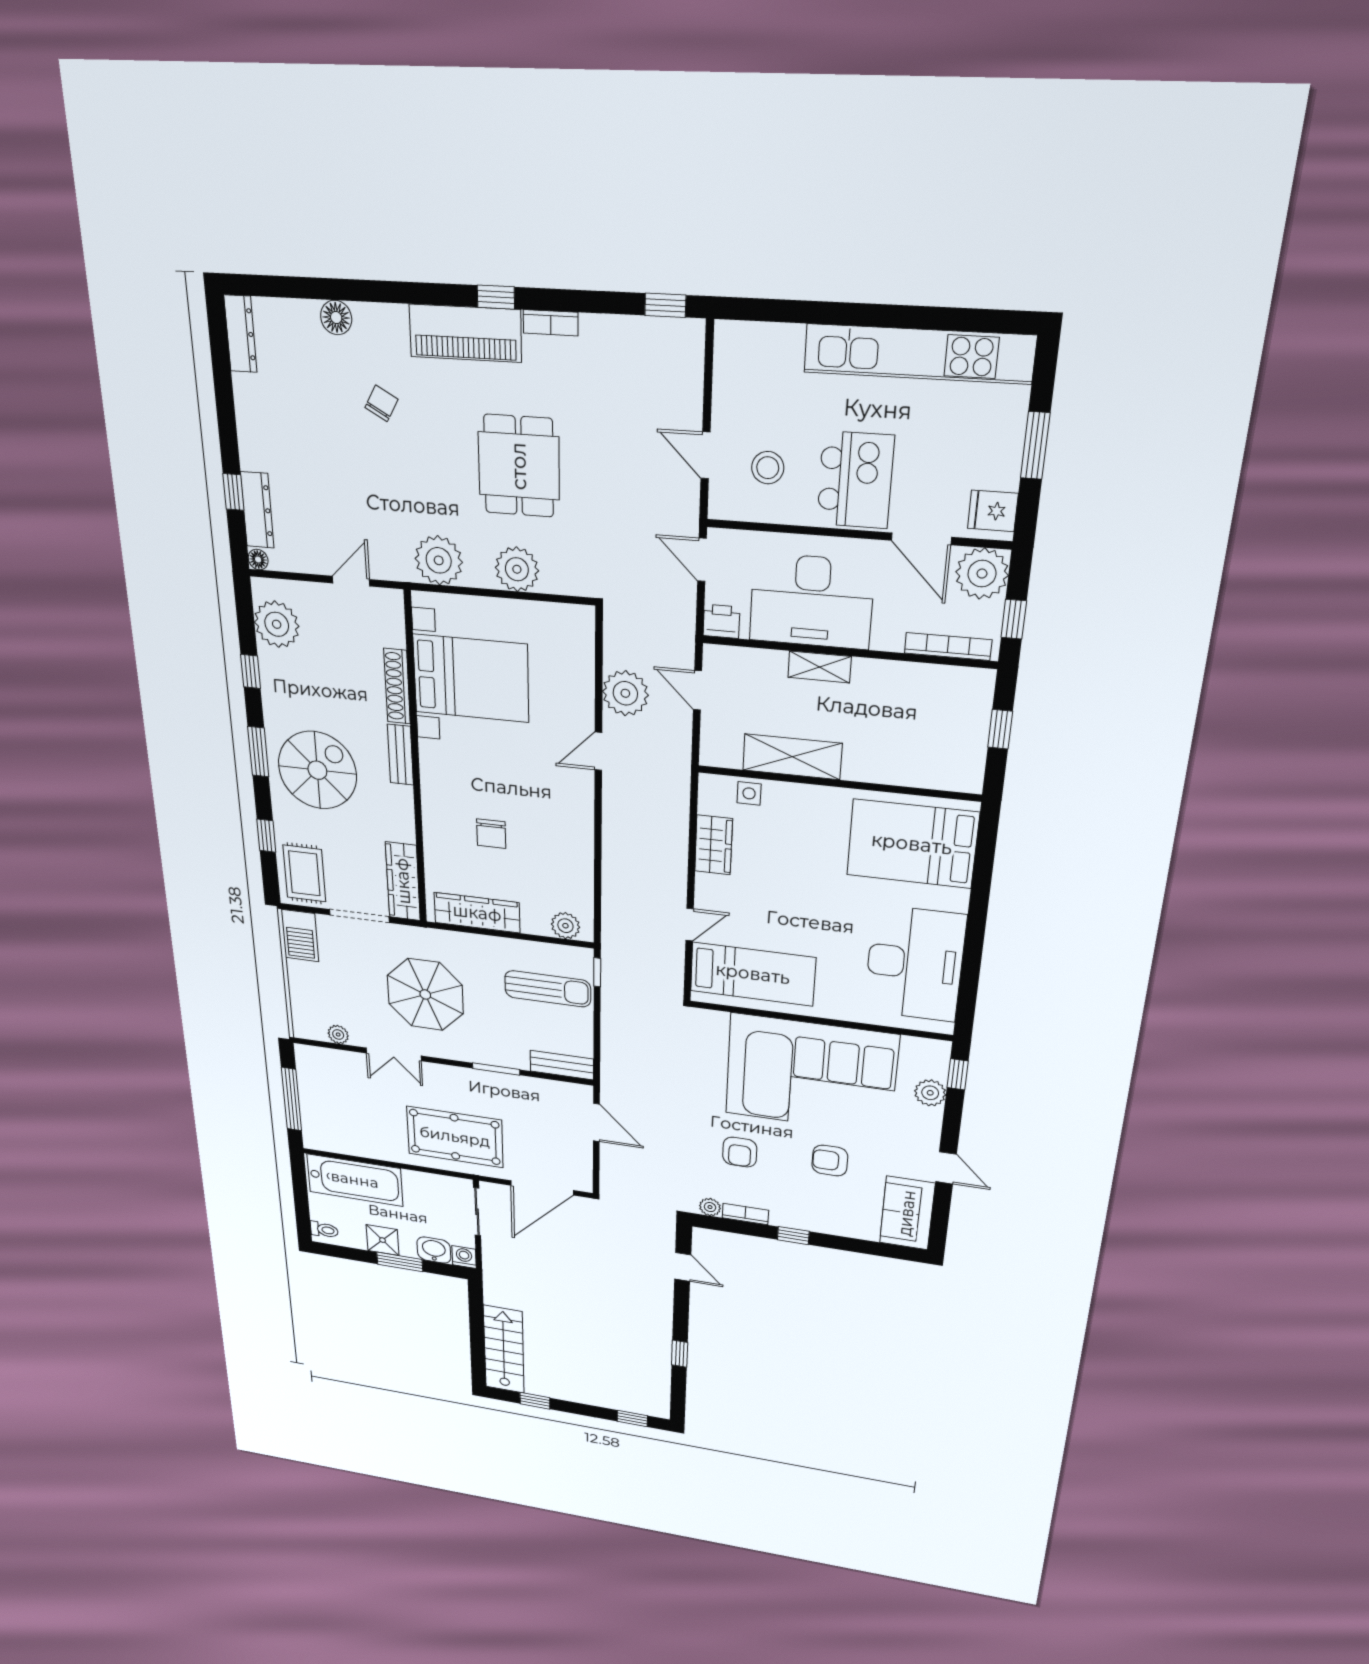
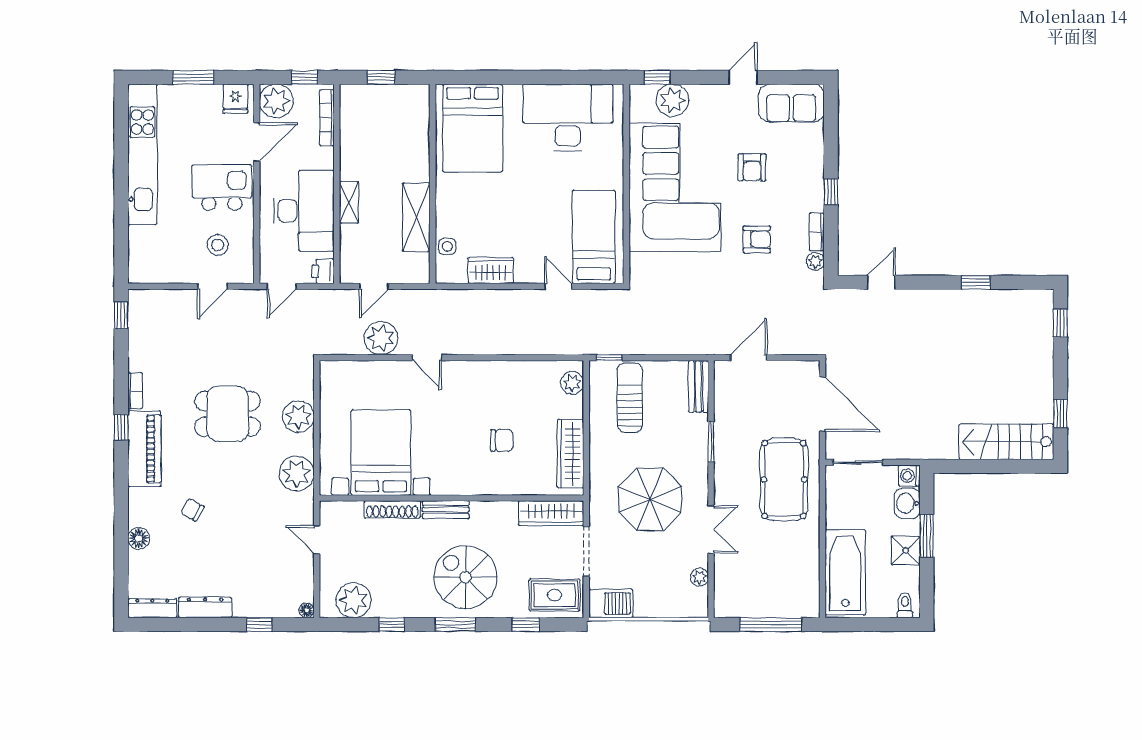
dresser: (257, 510) -> (205, 607), moved
plant: (930, 1093) -> (672, 100), width x1.36, depth x1.36

